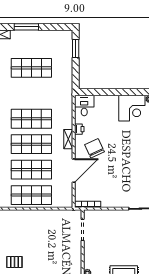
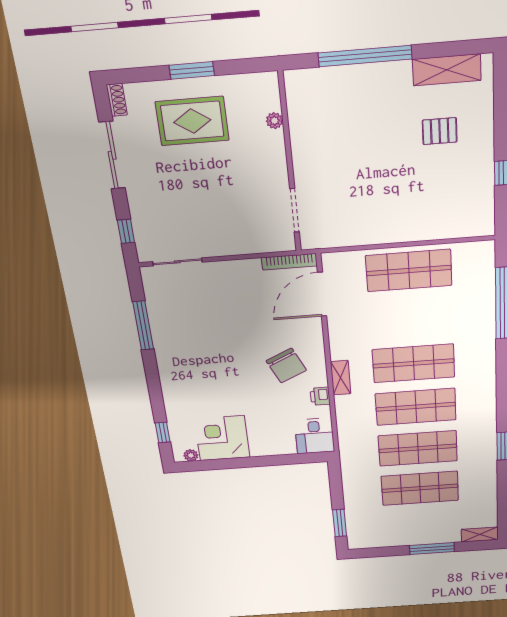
shop shelf: (31, 170) -> (418, 448), moved
door: (74, 171) -> (322, 294), moved

